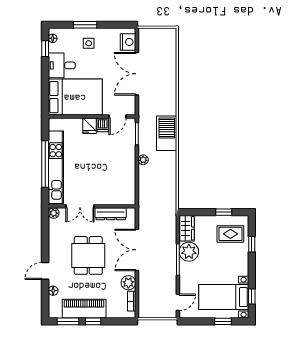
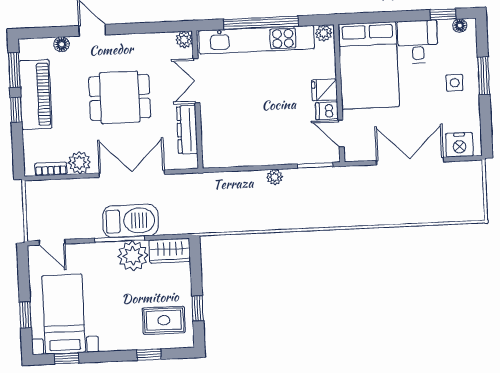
plant: (54, 125) -> (324, 33), added
barbecue: (167, 133) -> (131, 221), moved
rug: (230, 234) -> (164, 320), turned 90

